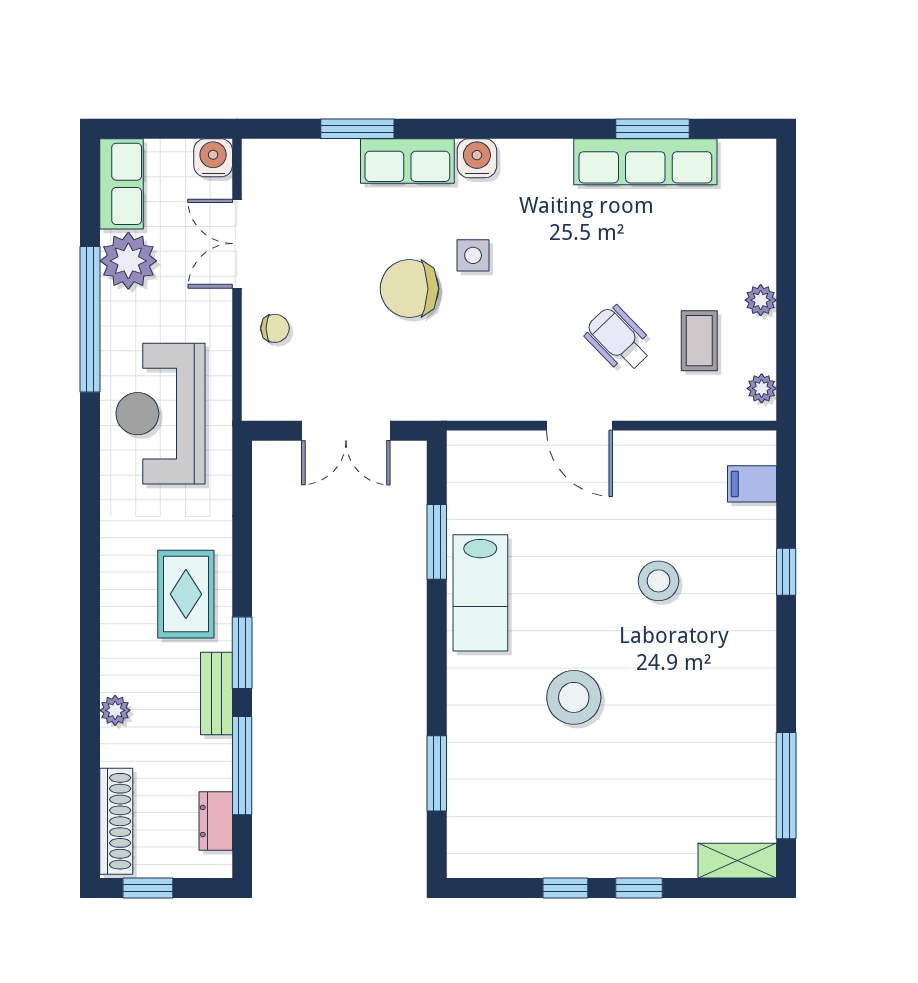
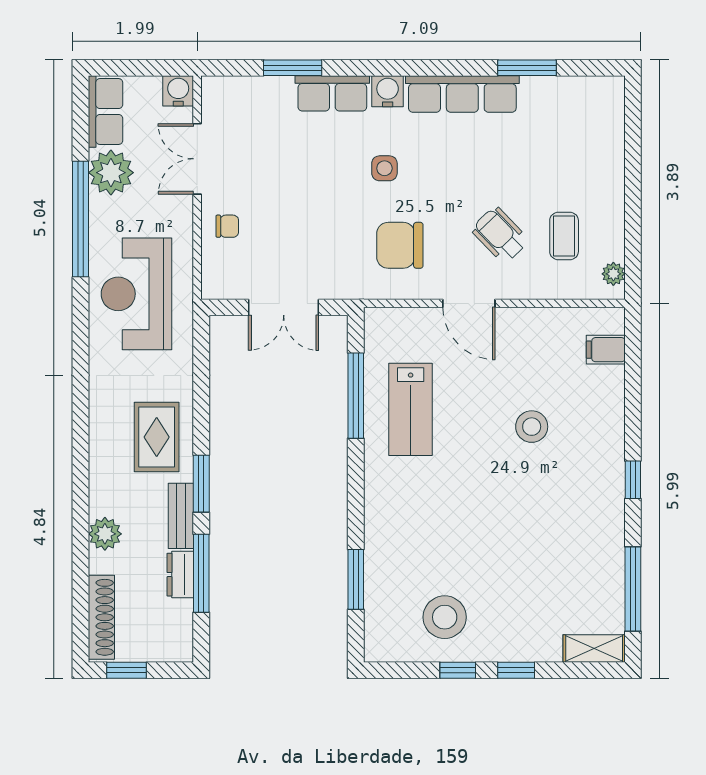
row of seats: (645, 162) -> (462, 94), moved
chair: (409, 289) -> (400, 245), moved
plant: (761, 300) -> (613, 204), removed
window: (437, 542) -> (356, 396), width x1.44
window: (786, 572) -> (633, 480), moved
lab bench: (480, 593) -> (411, 409), moved
stool: (574, 697) -> (445, 617), moved
plant: (115, 710) -> (105, 534), width x1.38, depth x1.38
dresser: (216, 821) -> (180, 575), moved

